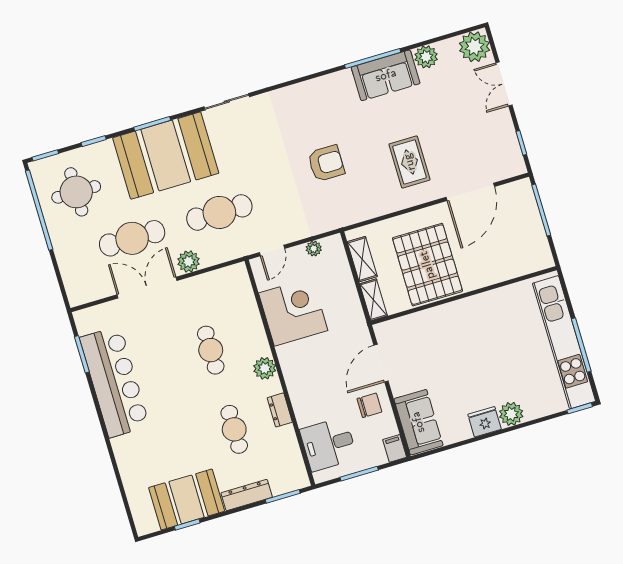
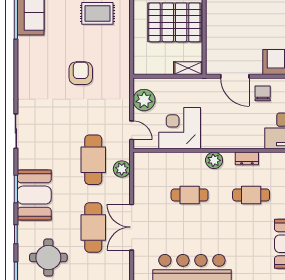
booth: (166, 156) -> (34, 195), width x0.73, depth x0.70
plant: (314, 249) -> (144, 100), width x1.87, depth x1.87
shelving: (362, 259) -> (157, 68), removed
plant: (189, 262) -> (122, 169), moved

